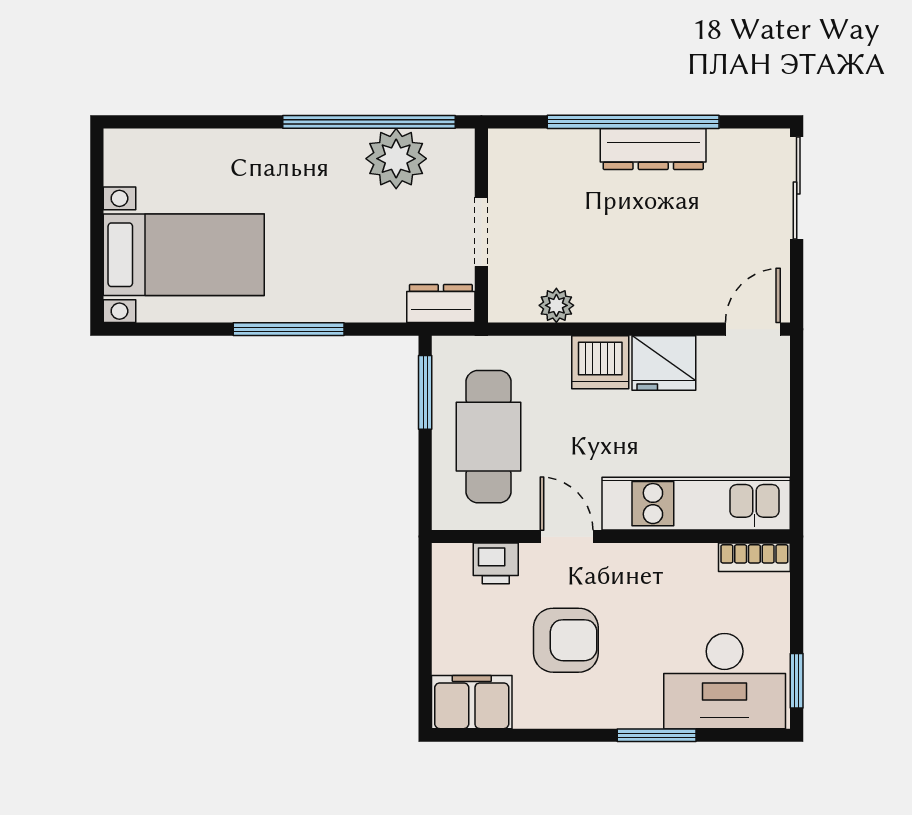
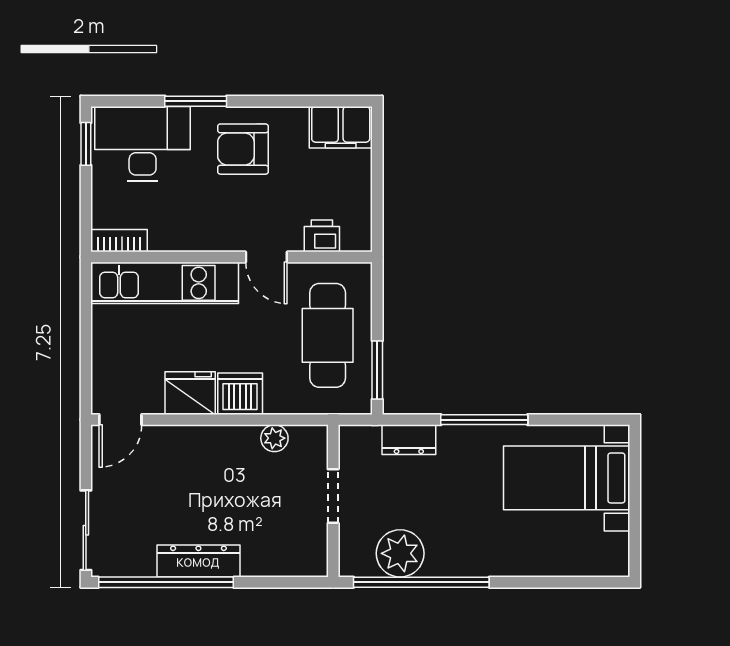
window: (633, 122) -> (166, 582), moved
dresser: (441, 304) -> (409, 440), moved
armchair: (566, 640) -> (243, 149), moved

